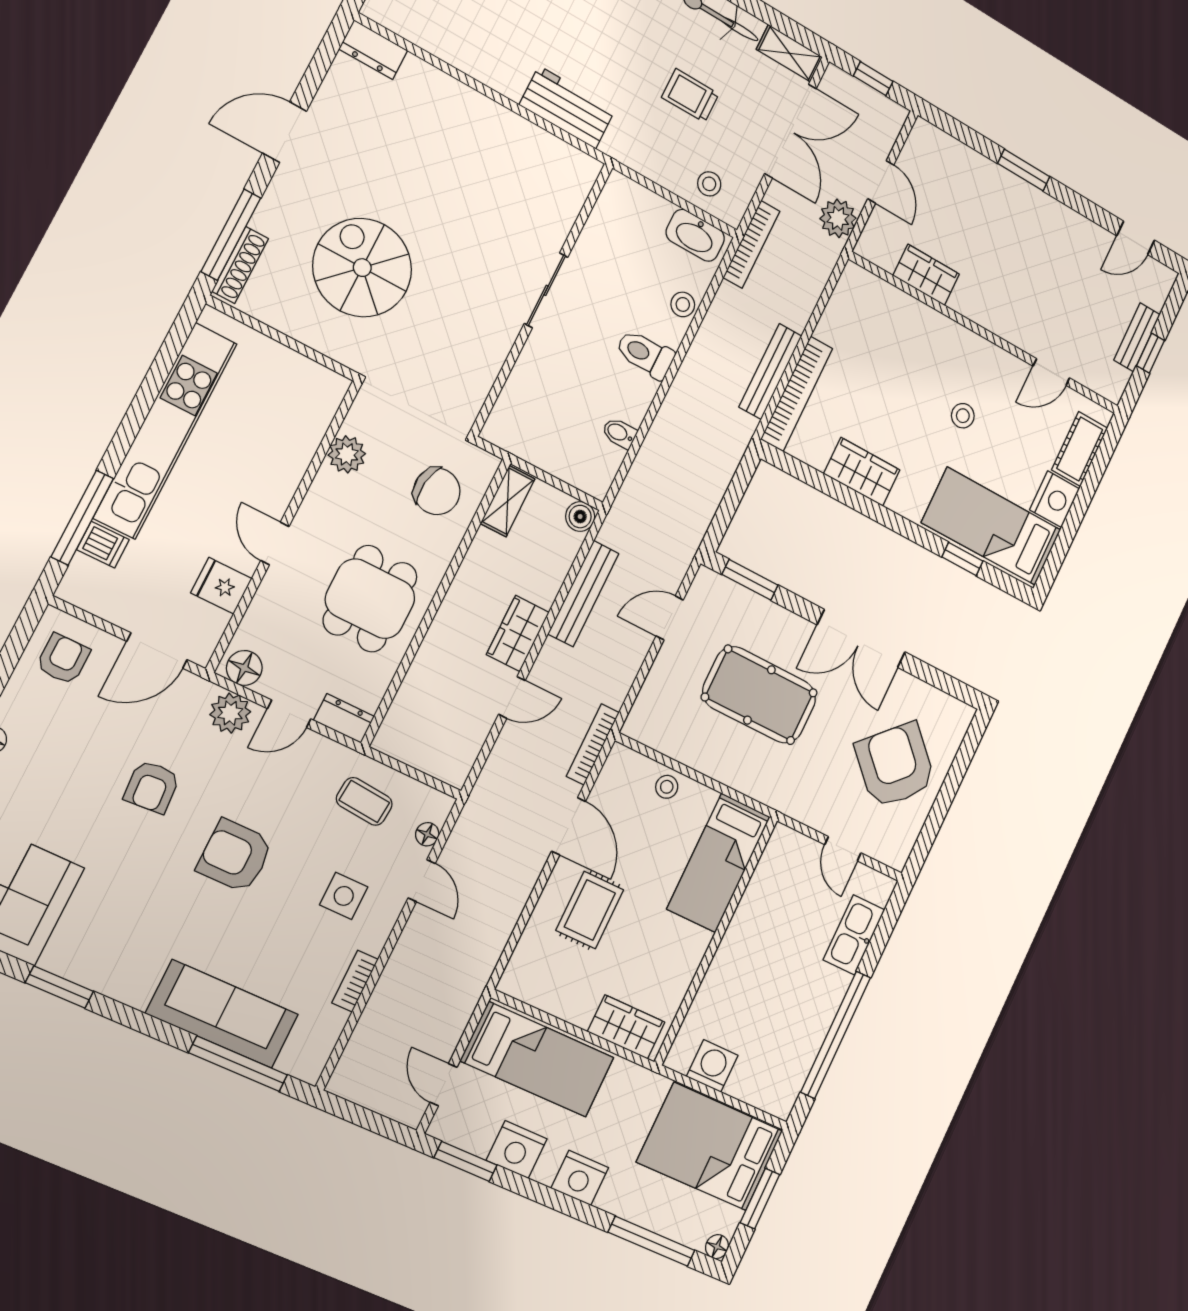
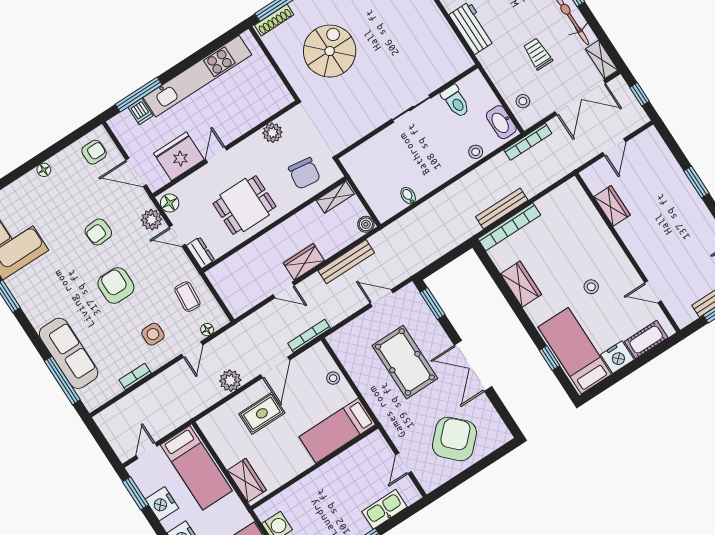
plant: (838, 218) -> (230, 381), moved
toilet: (645, 354) -> (456, 101), moved, turned 180
fridge: (221, 586) -> (179, 156), width x1.88, depth x1.34

